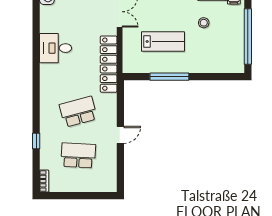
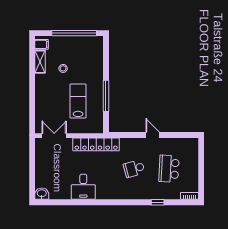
school desk: (78, 112) -> (134, 169), width x0.54

